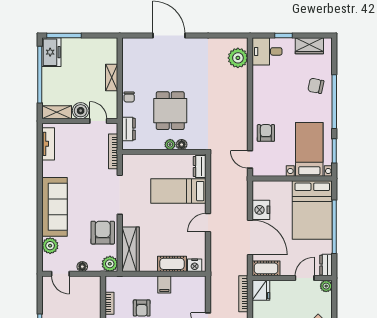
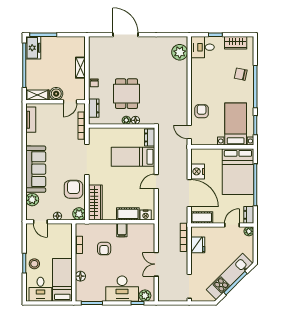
door: (98, 121) -> (70, 102), swing flipped
fridge: (261, 290) -> (198, 245), moved

